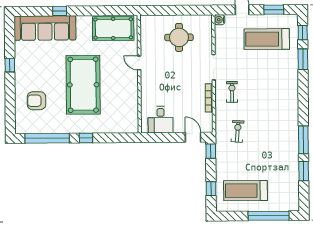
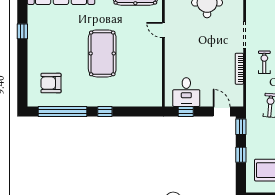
pool table: (83, 85) -> (102, 53), width x0.73, depth x0.76
armchair: (37, 101) -> (51, 83), moved
window: (160, 137) -> (186, 112), added
window: (211, 189) -> (241, 155), moved

